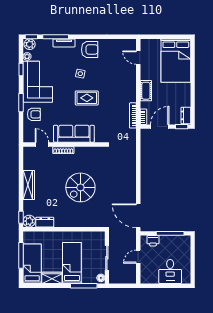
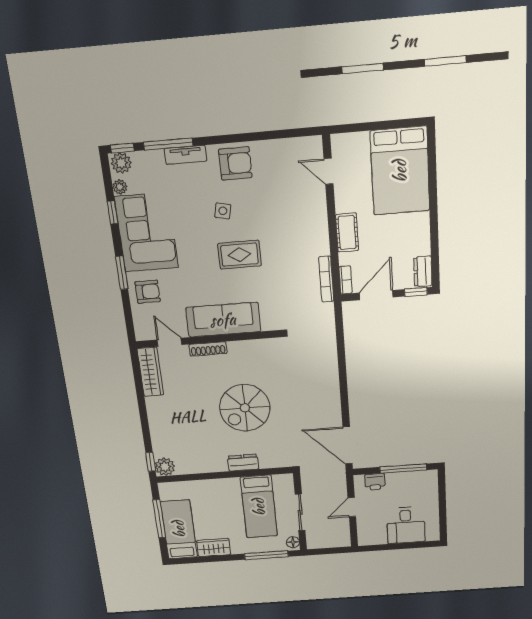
wardrobe: (29, 185) -> (150, 372), moved
dresser: (45, 222) -> (243, 463), moved
bed: (72, 263) -> (259, 507), moved, turned 180

